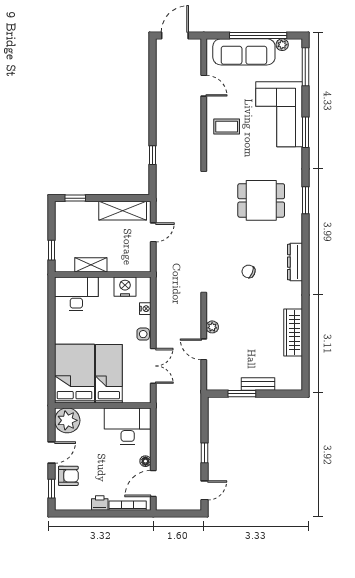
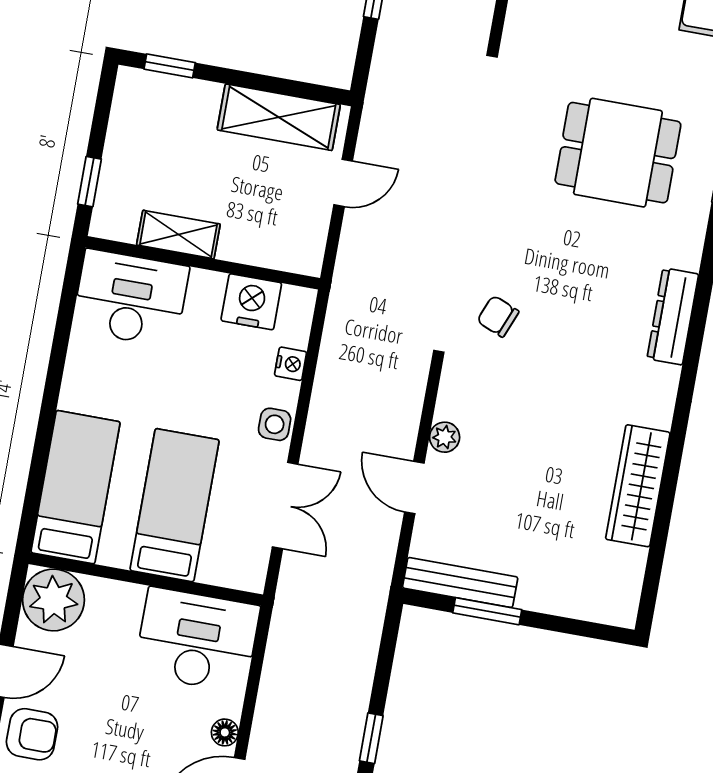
chair: (249, 271) -> (498, 316), moved
bed: (75, 374) -> (75, 487), width x0.67
bench: (258, 384) -> (460, 582), moved, width x1.36

